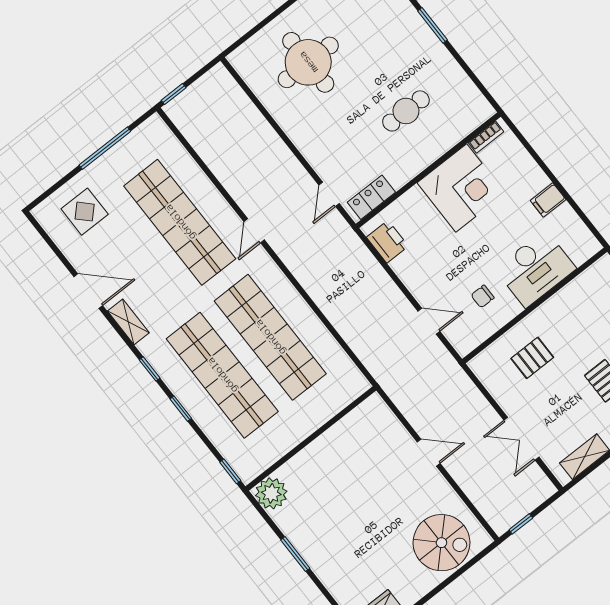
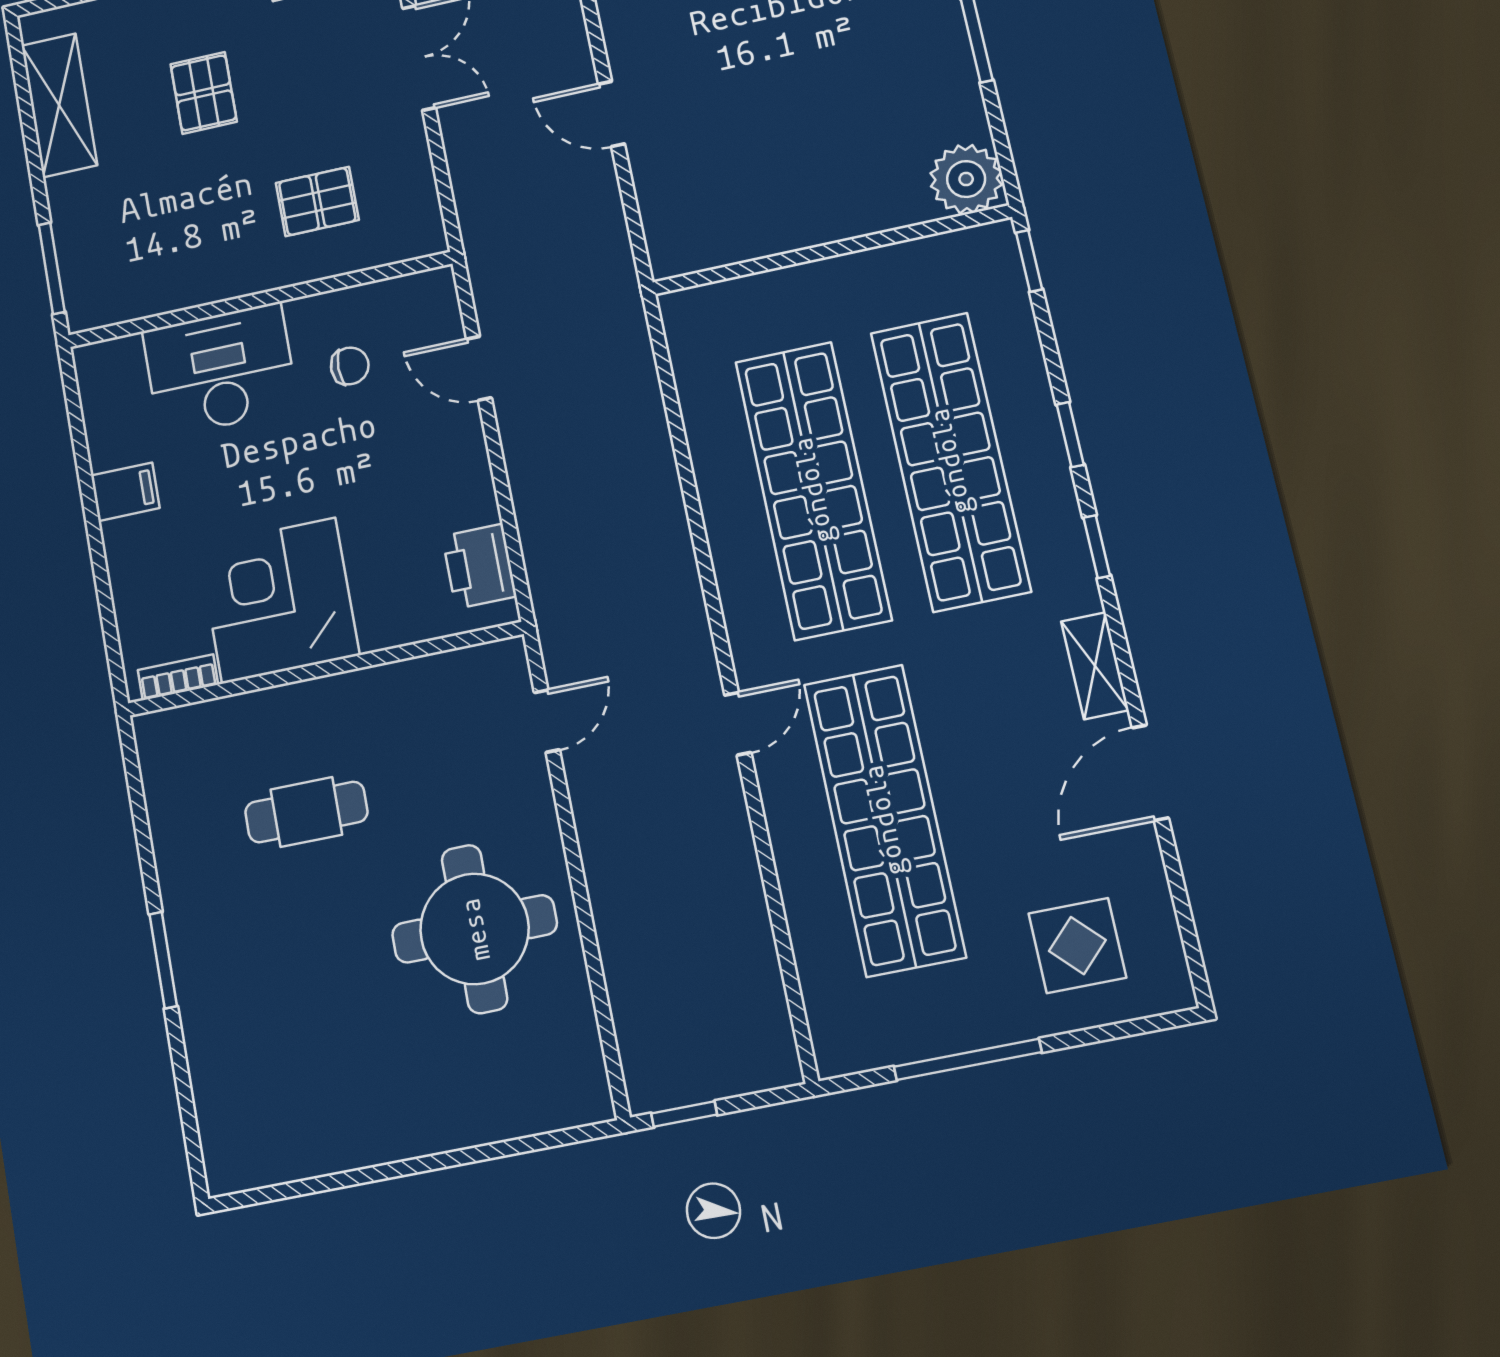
round table: (308, 62) -> (475, 929), moved
window: (174, 94) -> (684, 1114), moved
locker: (371, 197) -> (465, 672), removed
door: (88, 291) -> (1150, 773), hinge flipped

